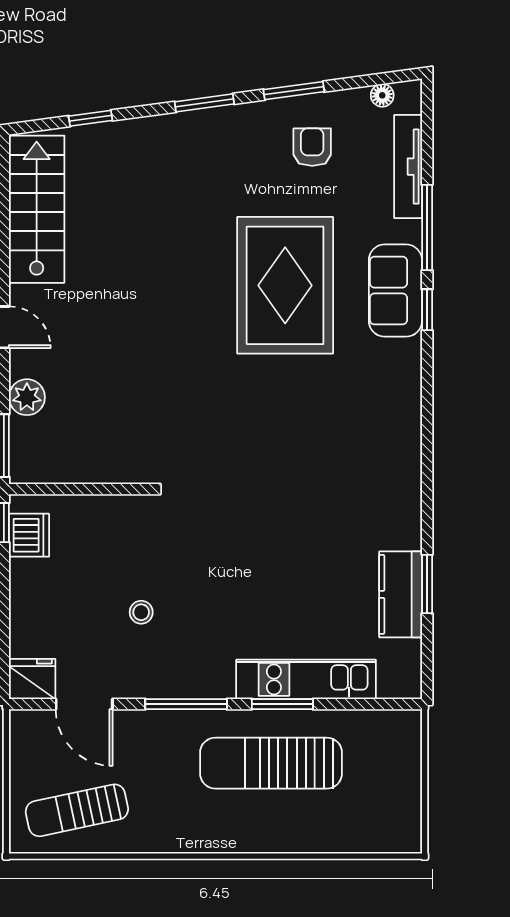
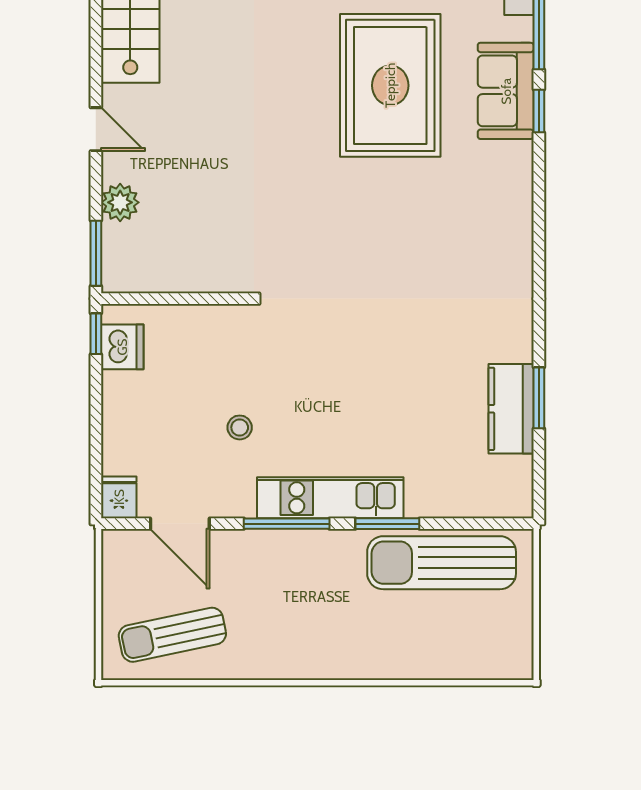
fridge: (32, 679) -> (119, 497), width x0.72
kitchen unit: (306, 679) -> (330, 498), moved
sun lounger: (271, 763) -> (442, 563), moved

